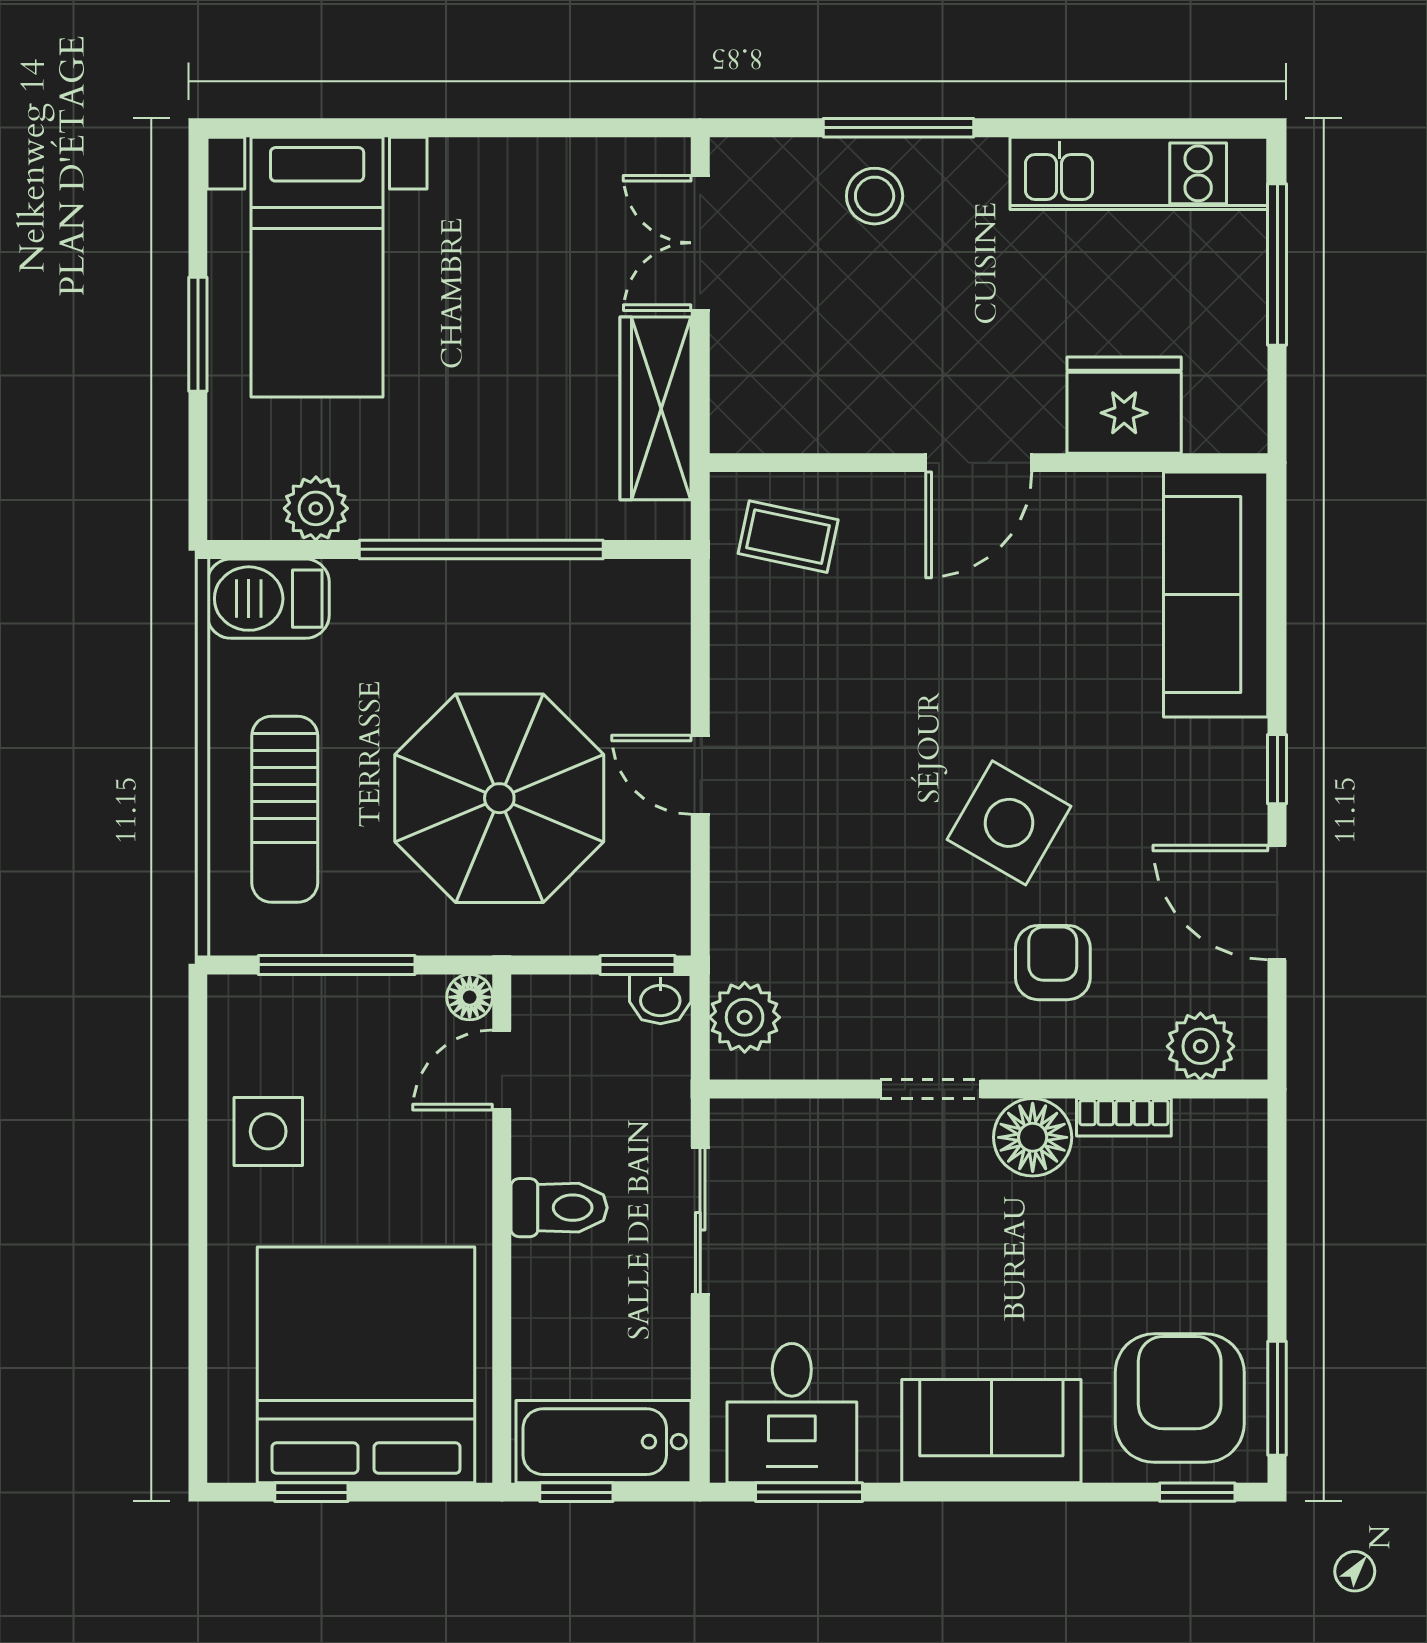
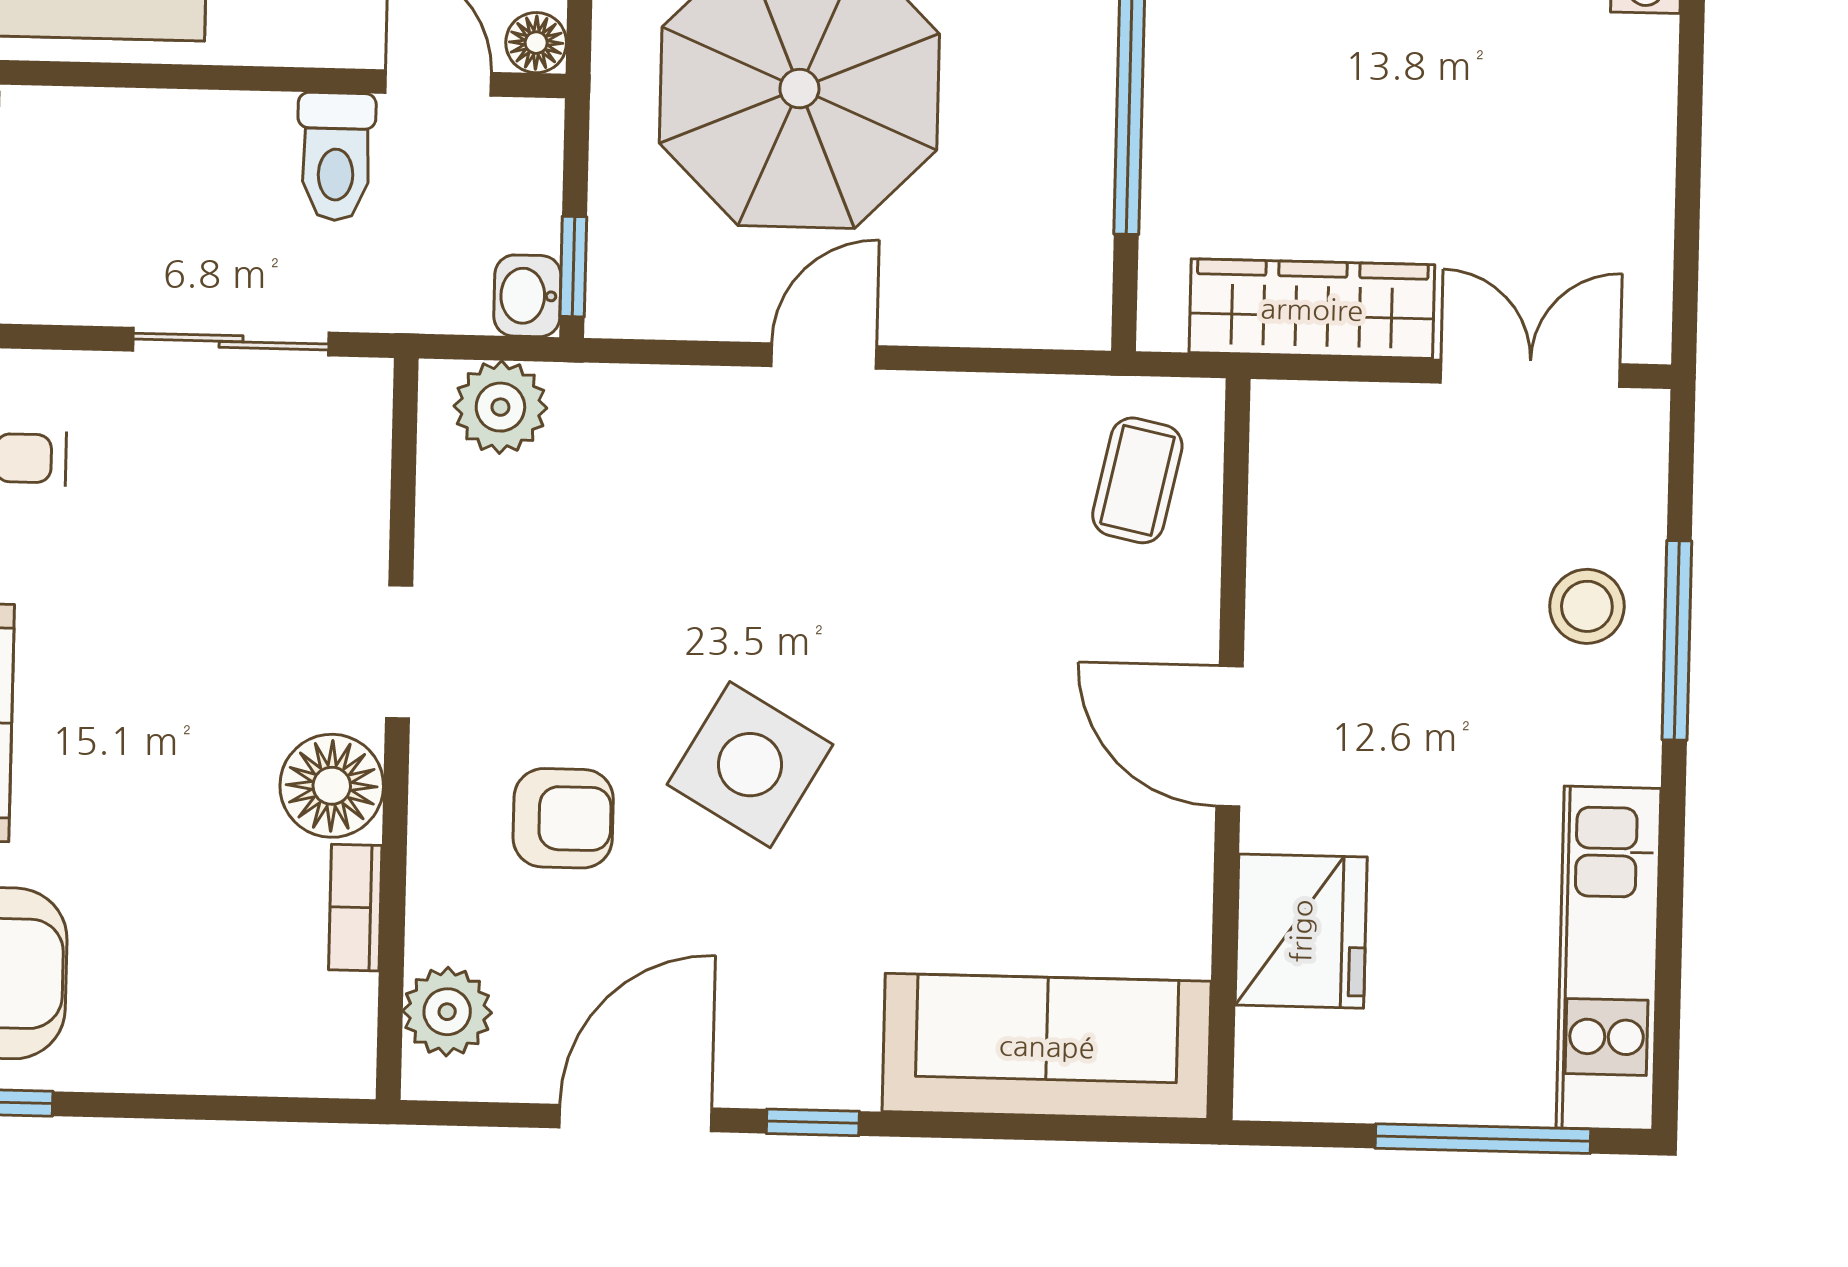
toilet: (559, 1208) -> (336, 157), moved

